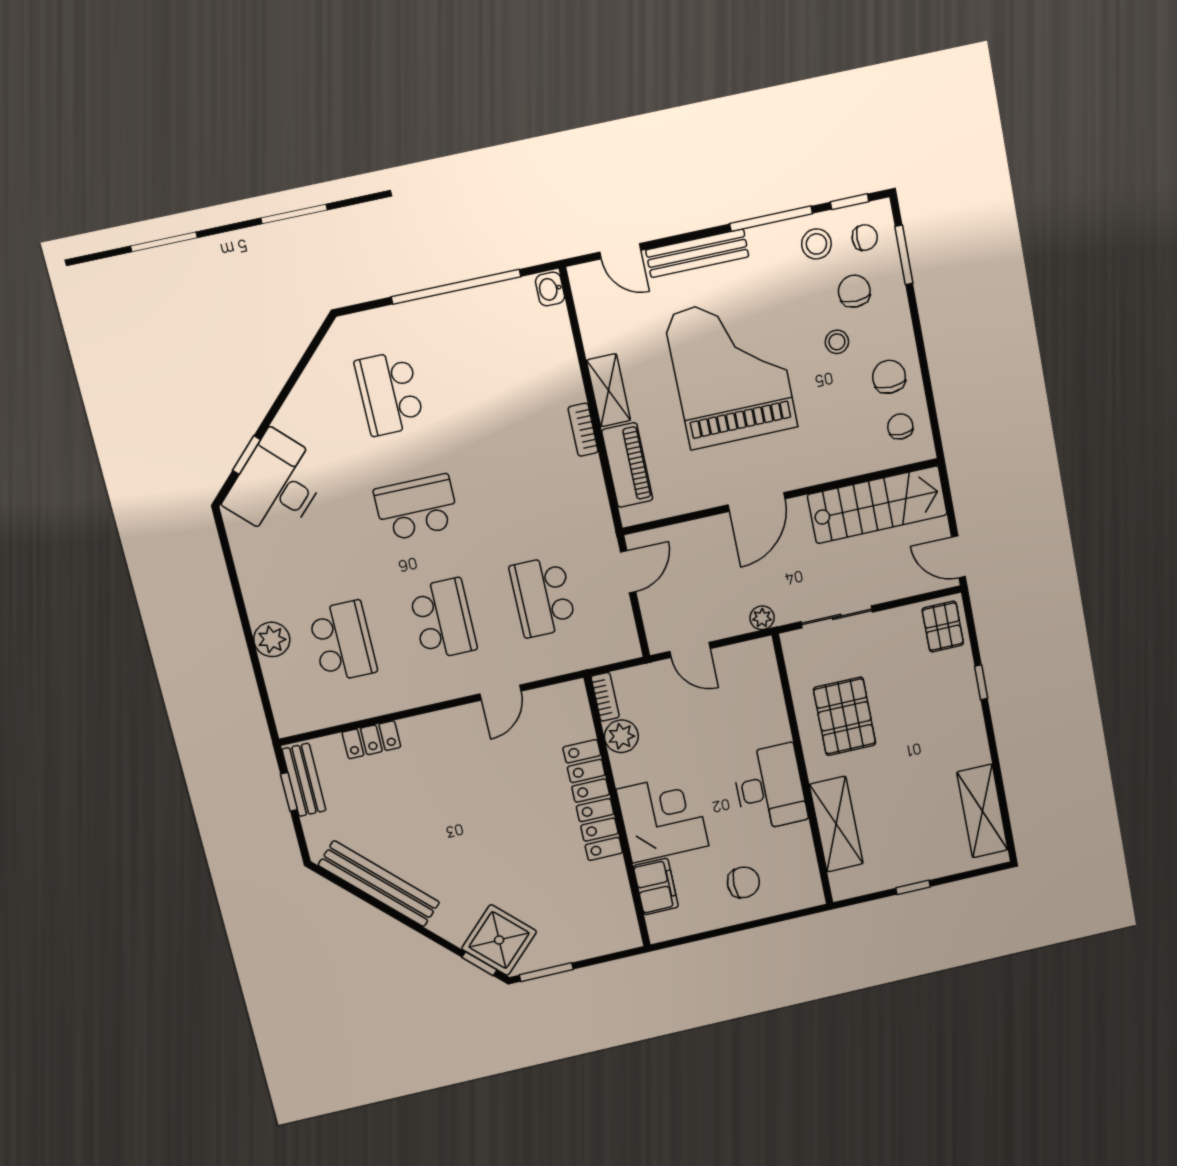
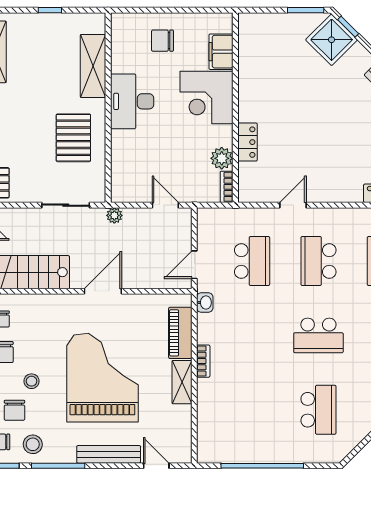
washbasin: (550, 289) -> (205, 303), moved
grand piano: (731, 371) -> (102, 378), turned 180
locker: (593, 800) -> (247, 142), width x0.46, depth x0.83

